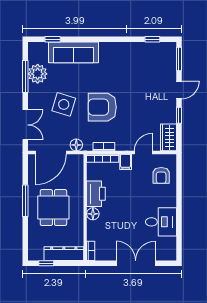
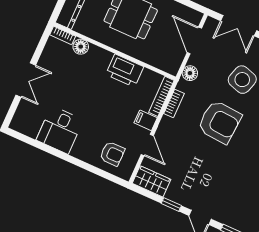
armchair: (102, 107) -> (220, 122), turned 94
door: (51, 153) -> (194, 40), width x0.73
armchair: (161, 175) -> (112, 154), turned 180
floor lamp: (93, 214) -> (81, 47), moved
double door: (136, 263) -> (26, 80), width x0.73

